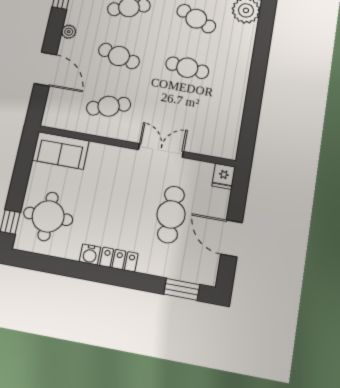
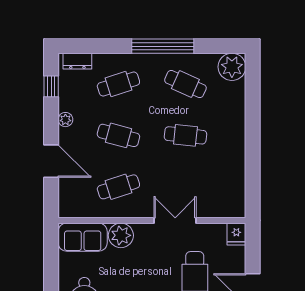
plant: (101, 156) -> (121, 235), added

